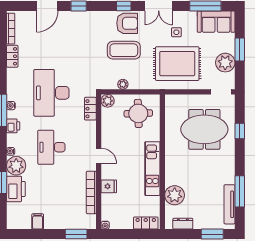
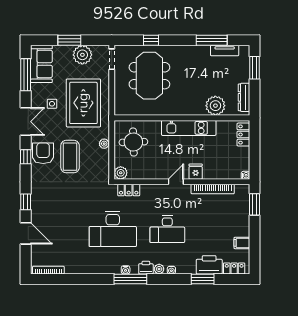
locker: (12, 56) -> (234, 268), moved
plant: (123, 84) -> (104, 144), moved
plant: (16, 166) -> (159, 269), moved, width x0.53, depth x0.53
fridge: (109, 186) -> (196, 172), moved
tv unit: (229, 204) -> (225, 51), width x0.71
dresser: (183, 224) -> (244, 97), width x1.44

